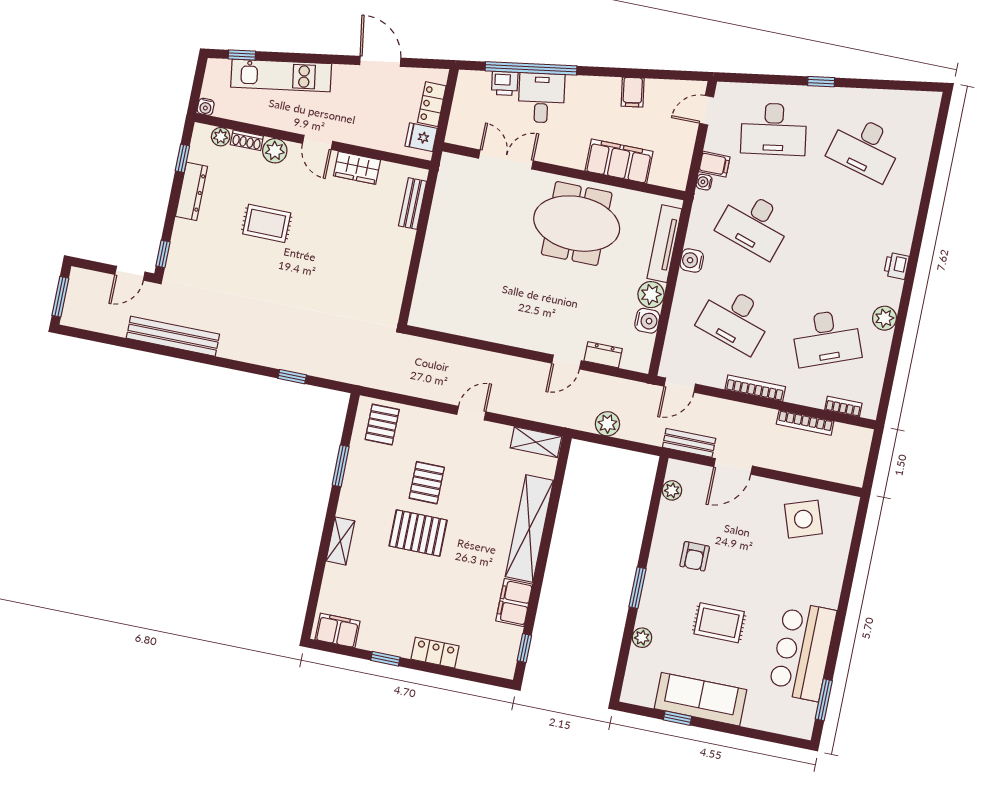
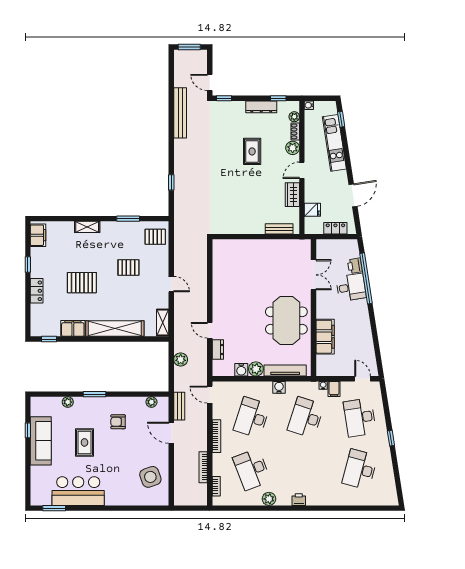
filing cabinet: (633, 92) -> (364, 336), removed
fridge: (421, 137) -> (312, 210), moved, turned 90
pallet: (418, 533) -> (82, 283), moved, turned 90

